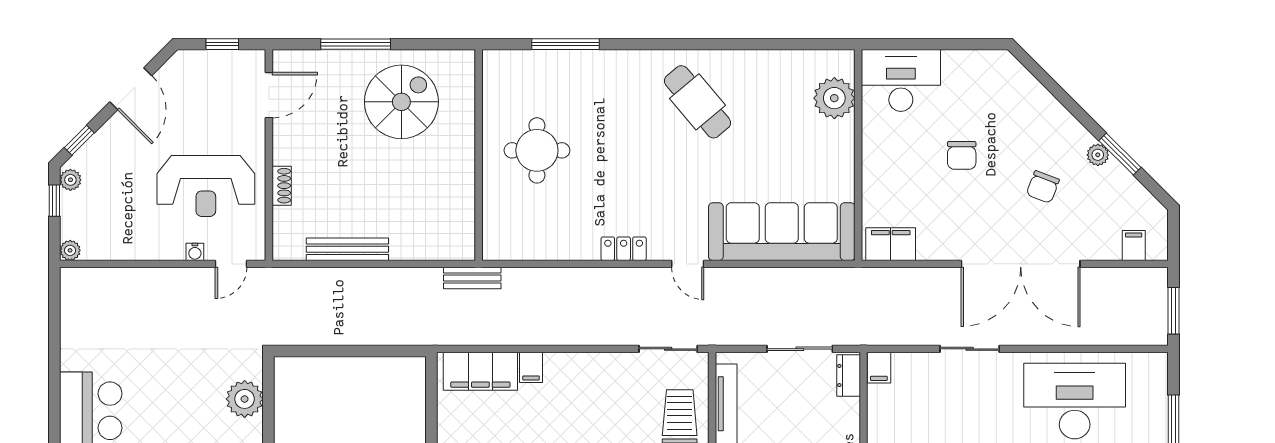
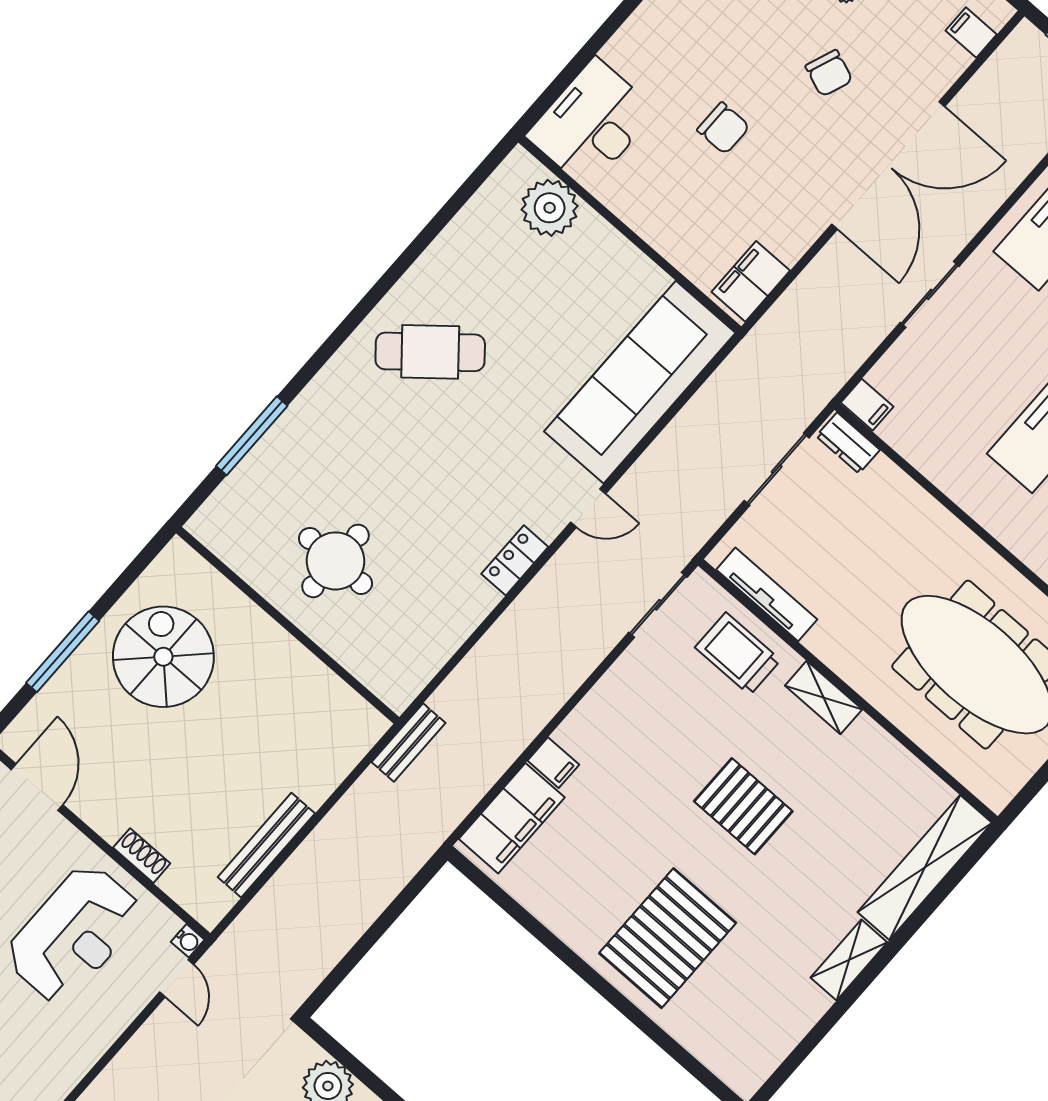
water cooler: (195, 252) -> (188, 941), moved

